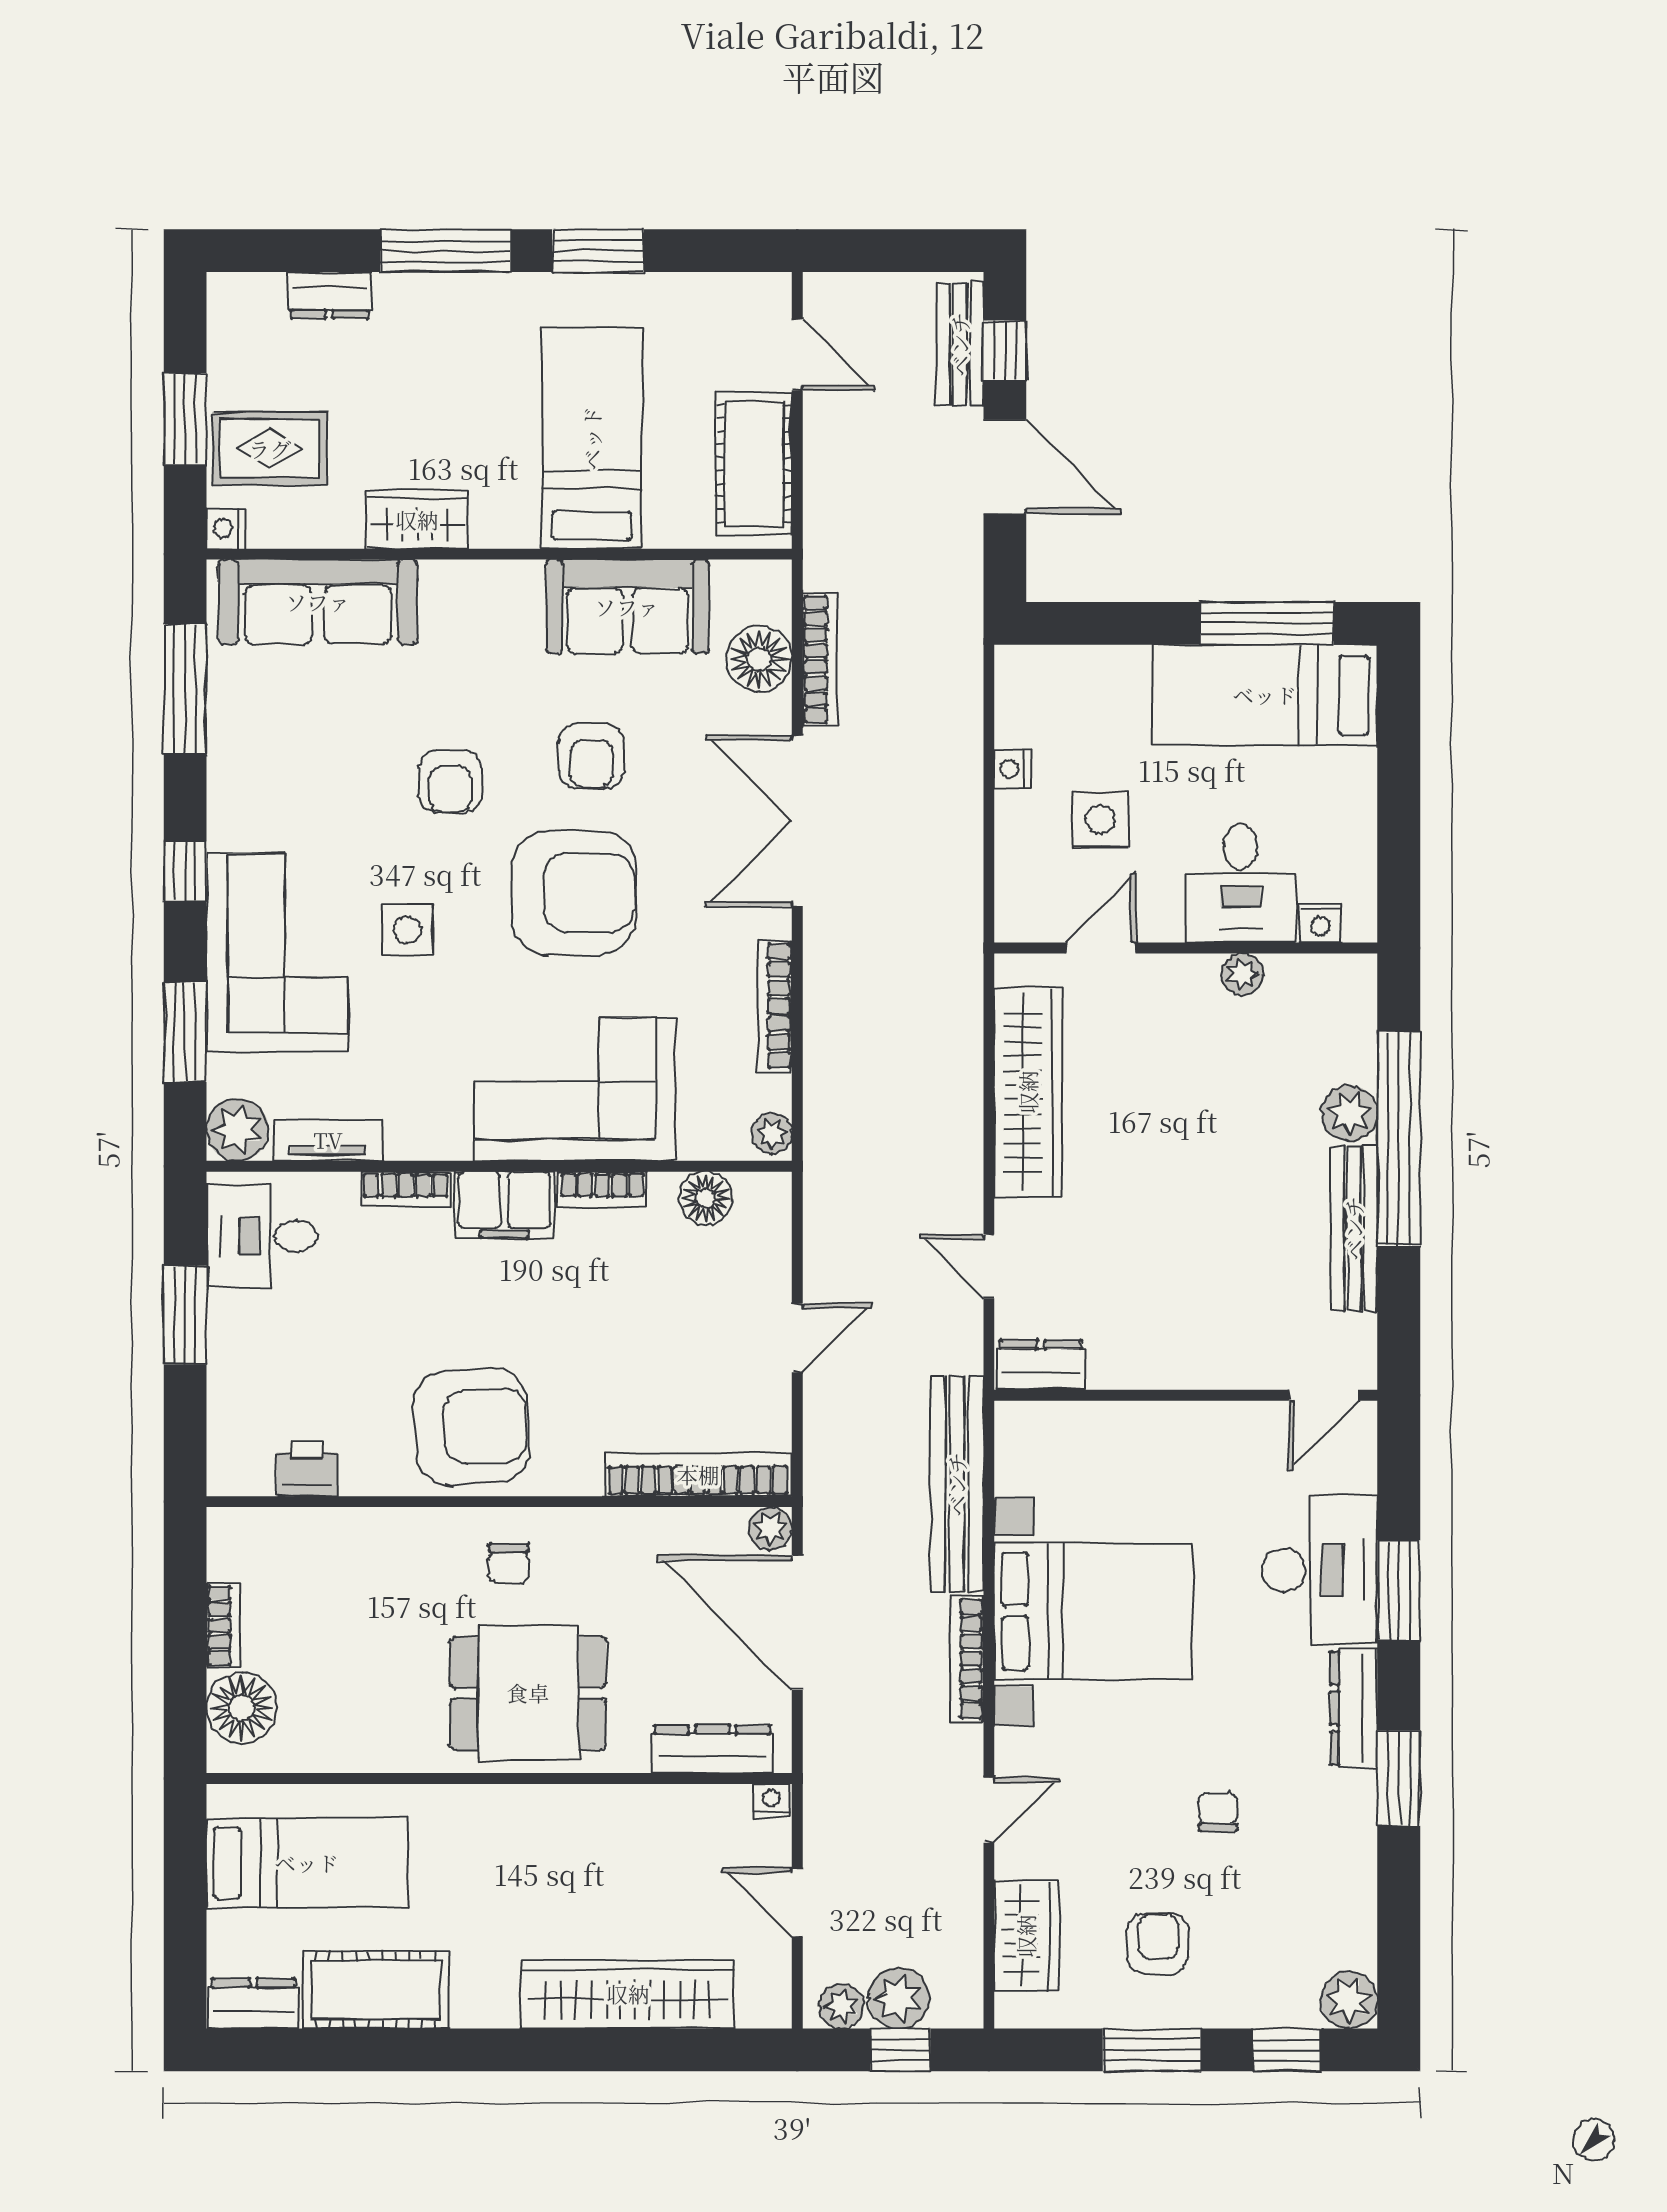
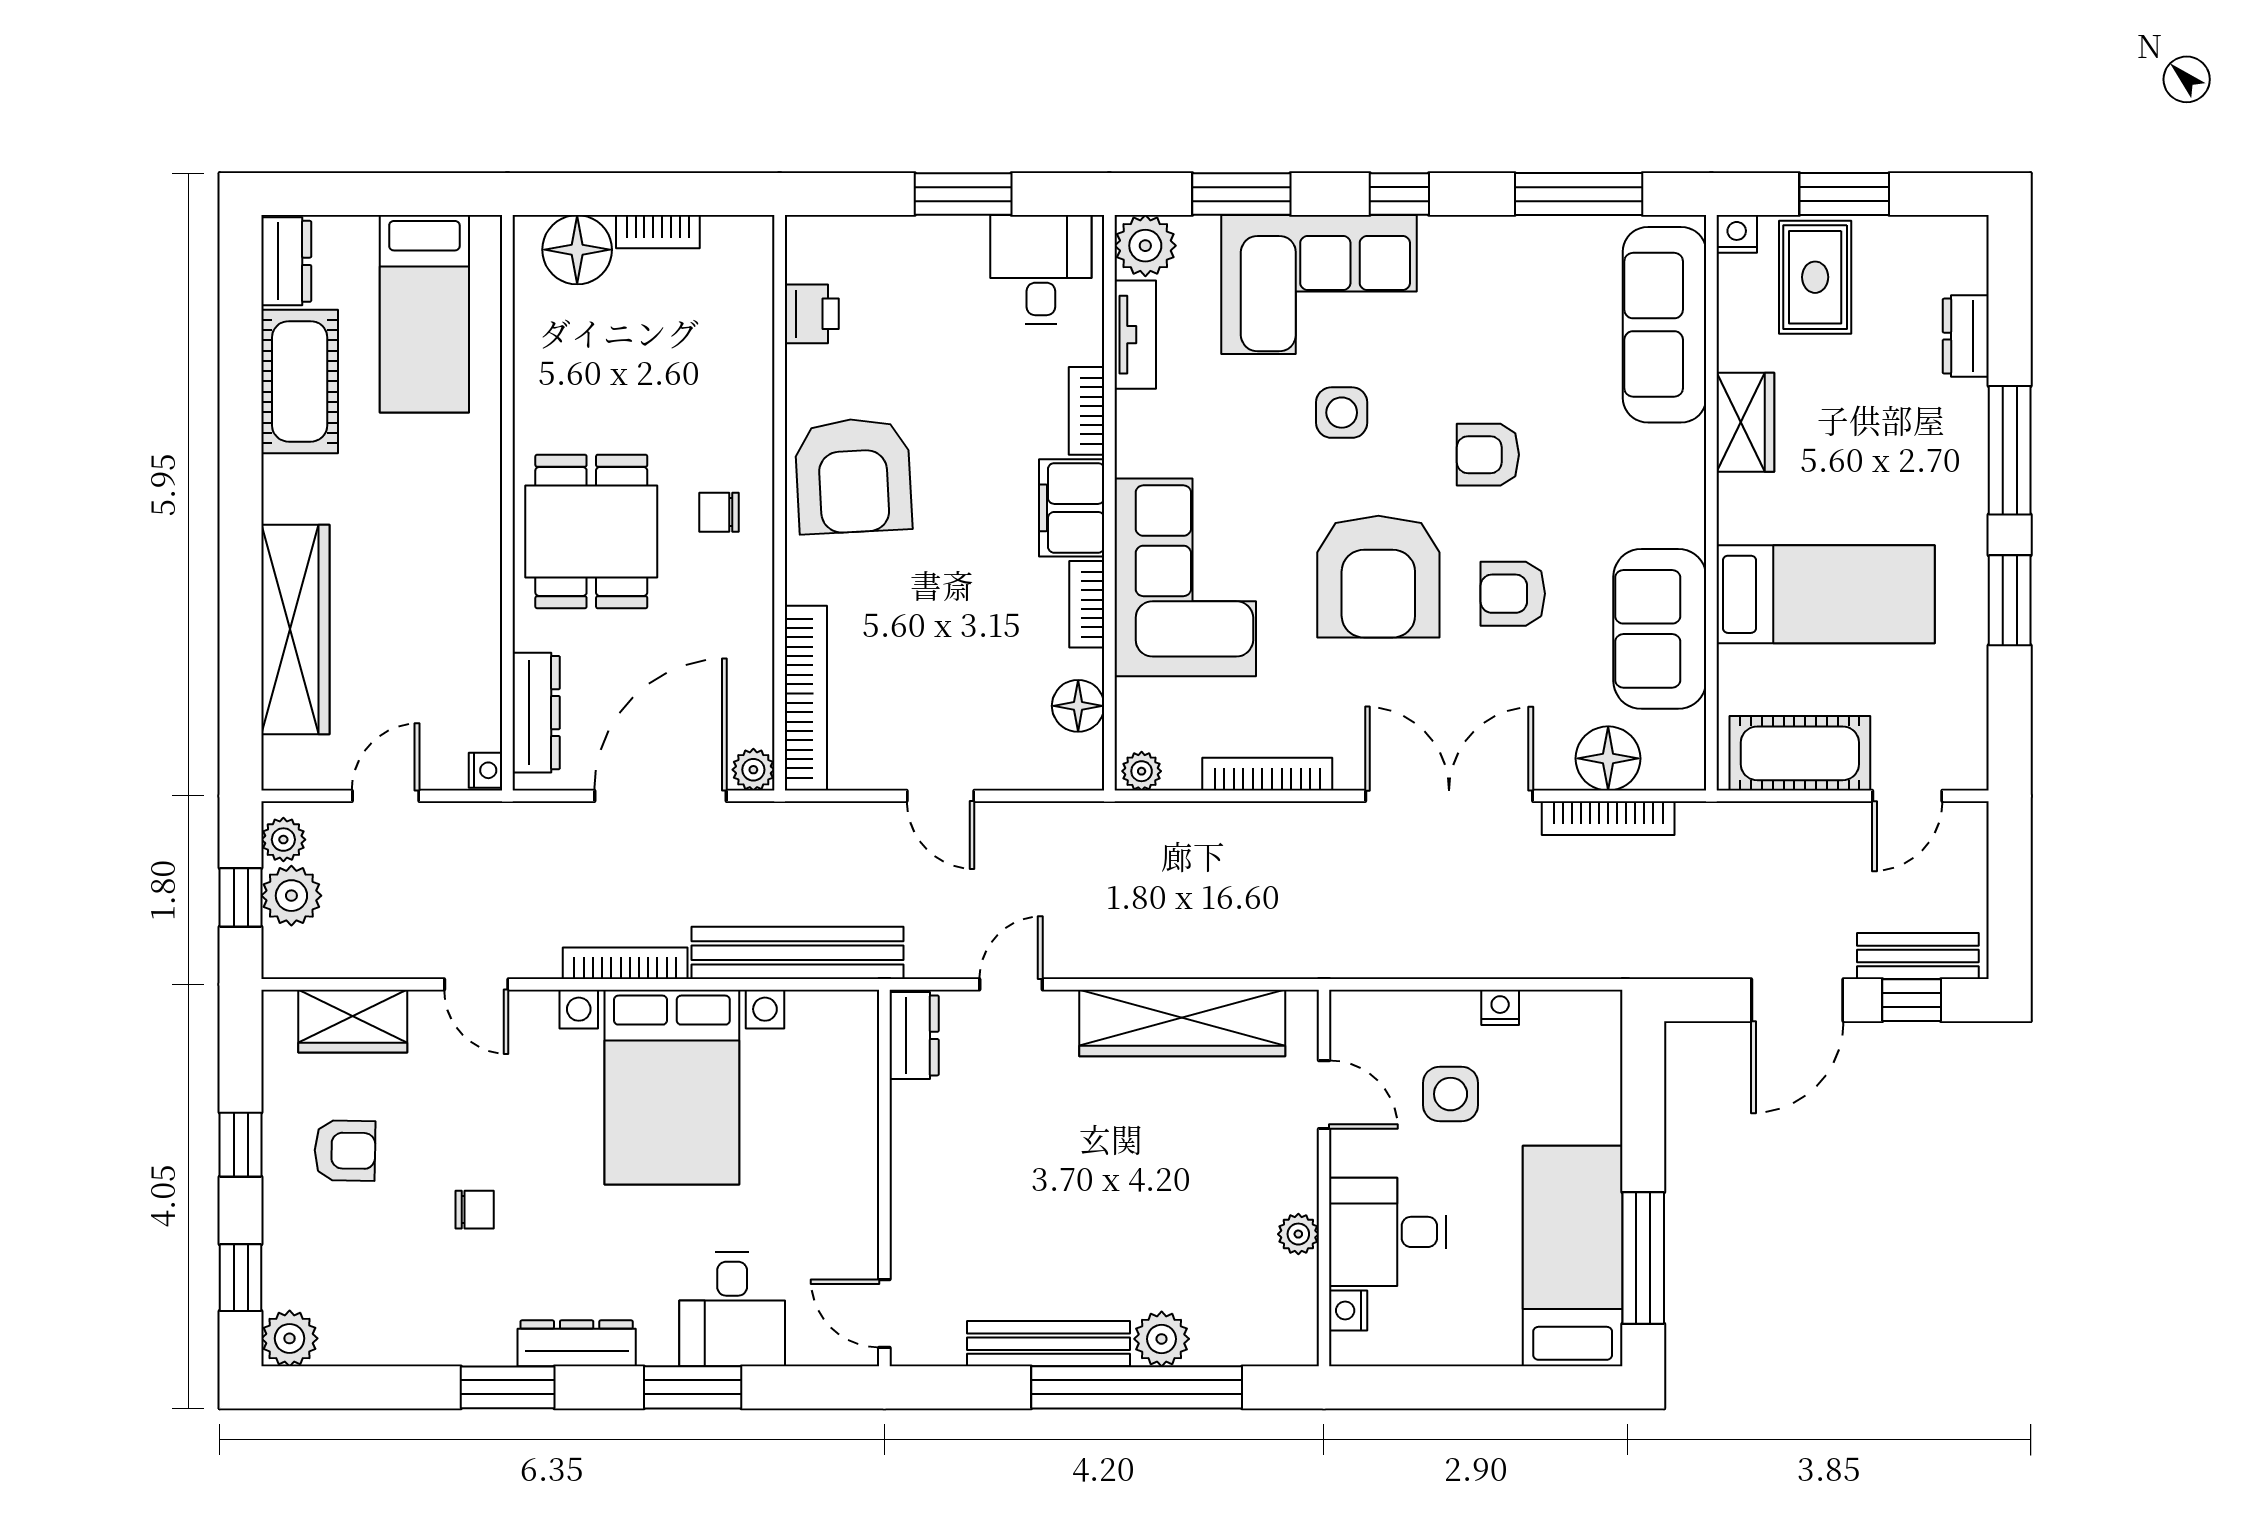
desk: (1319, 1570) -> (732, 1309), width x0.73
window: (1152, 2050) -> (241, 1145), width x0.67

